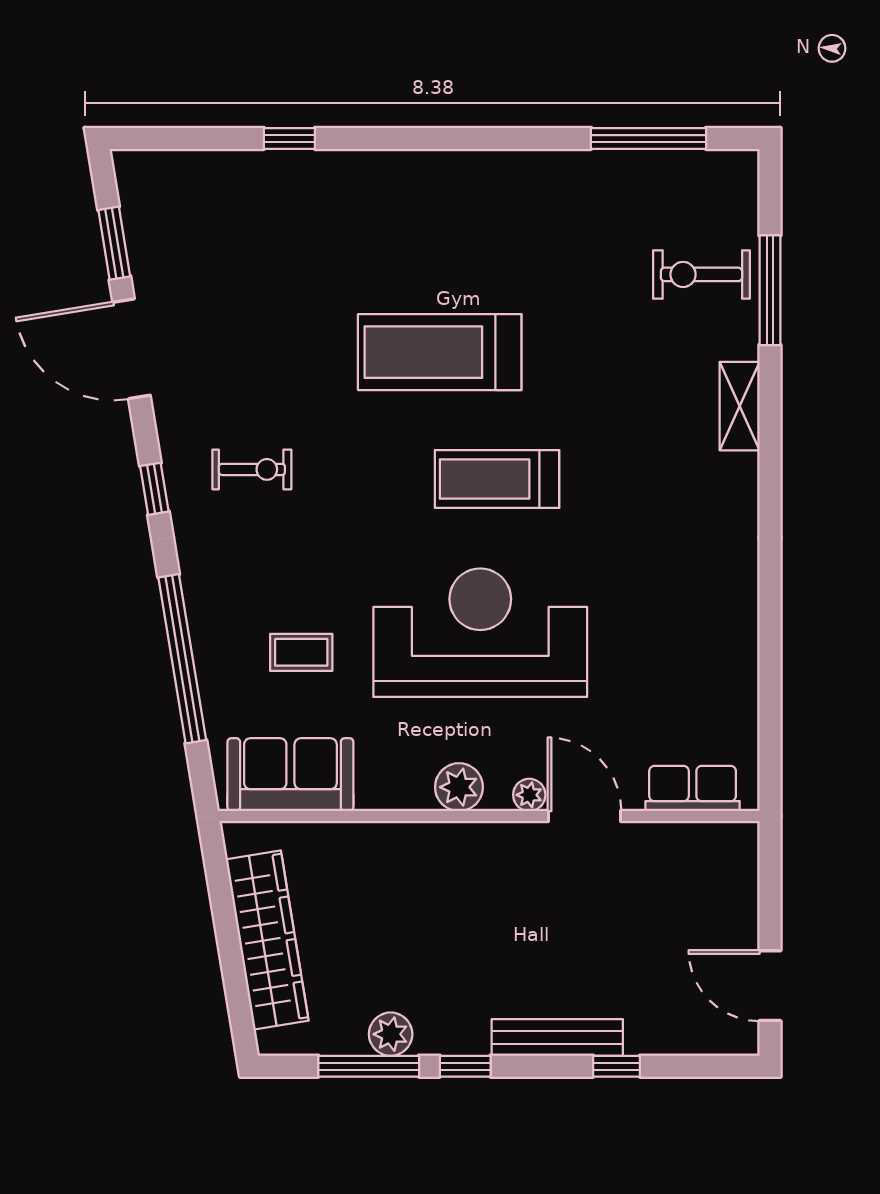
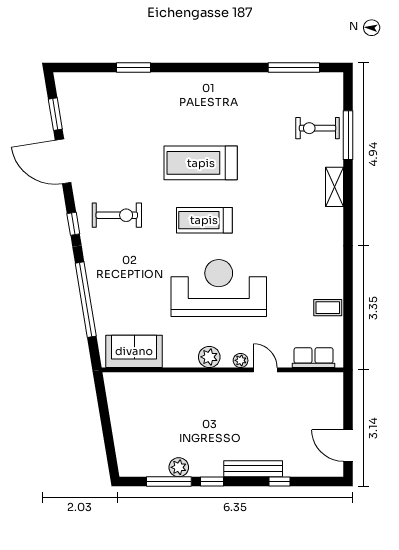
window: (289, 138) -> (134, 67), width x1.50
exercise bike: (252, 469) -> (117, 215), width x1.38, depth x1.39
treadmill: (497, 479) -> (204, 220), moved
coffee table: (301, 652) -> (328, 308), moved
door: (584, 816) -> (265, 370), width x0.73
wardrobe: (267, 940) -> (124, 425), removed

